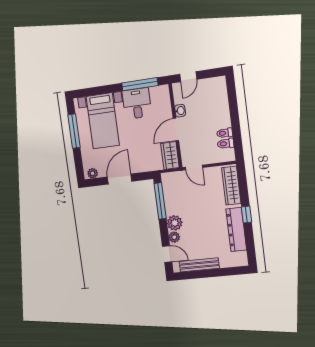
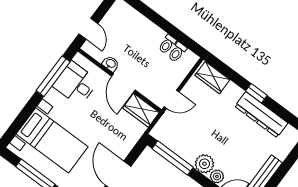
desk: (137, 103) -> (76, 84), moved
wardrobe: (231, 186) -> (212, 78), width x0.67

